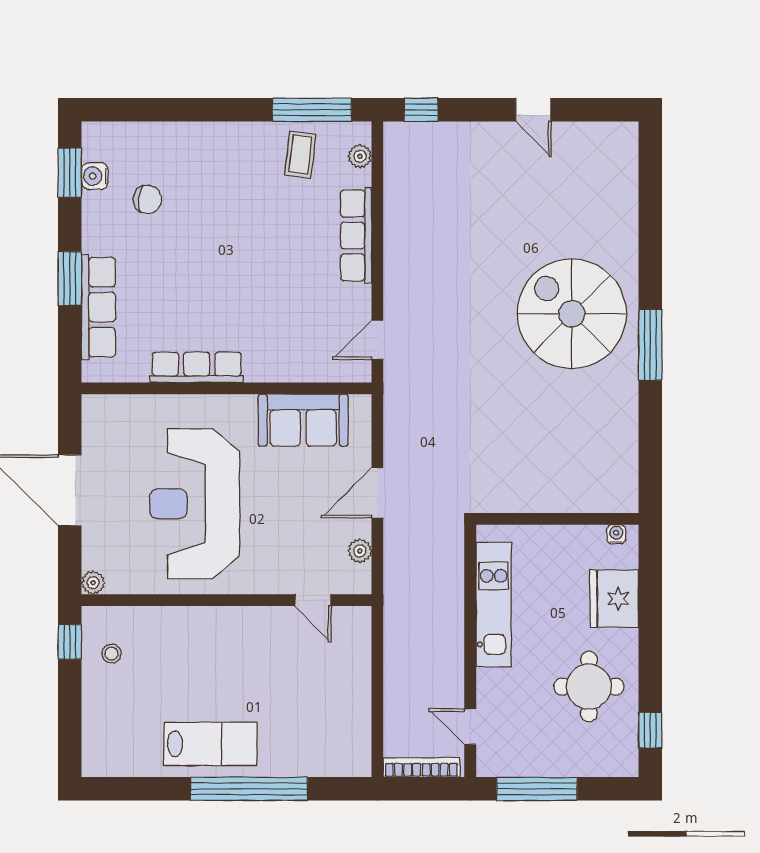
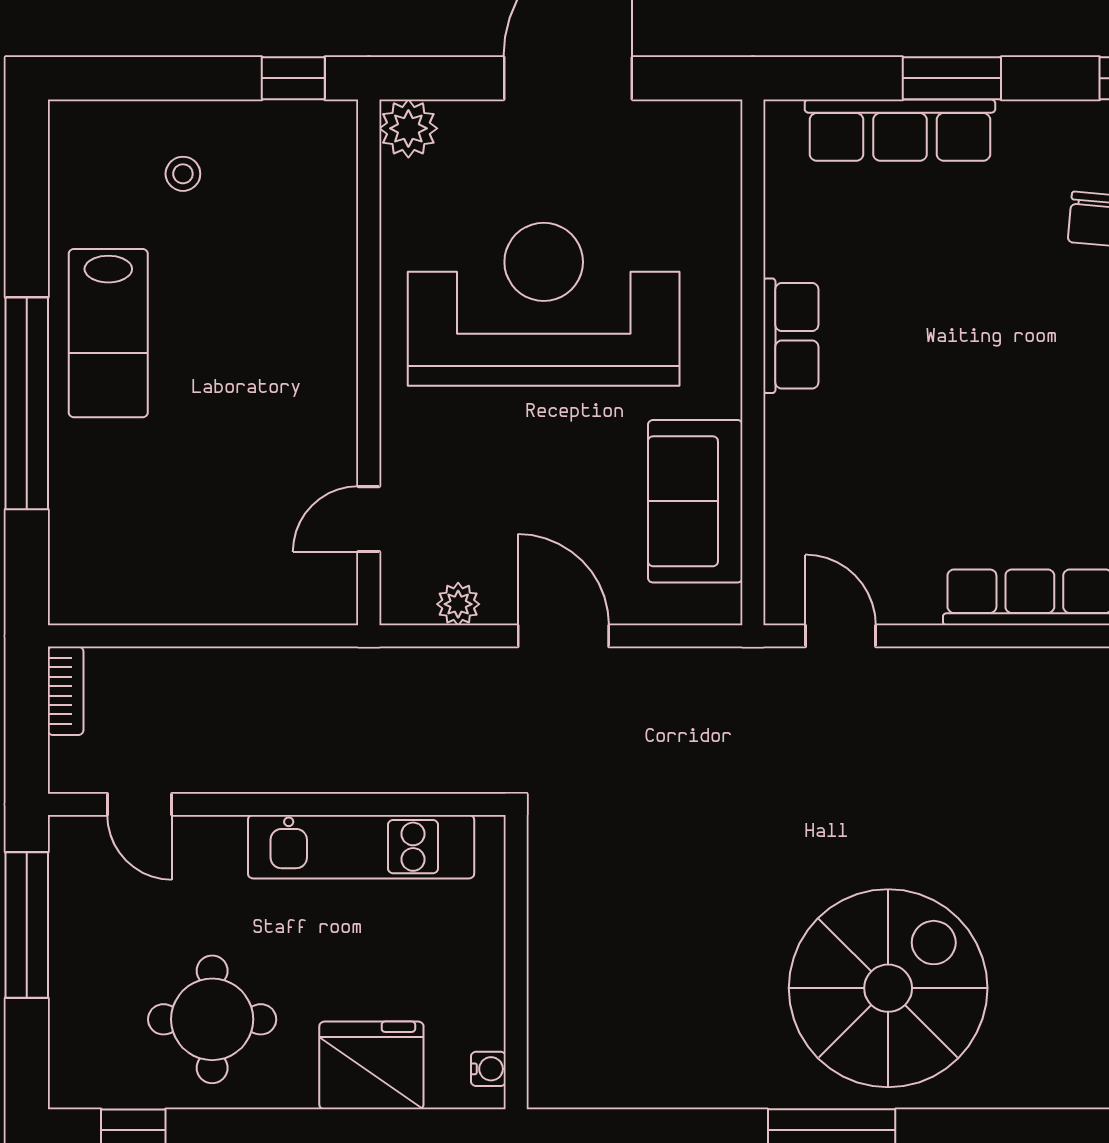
row of seats: (197, 367) -> (791, 336), width x0.68
plant: (93, 583) -> (408, 128), width x1.38, depth x1.38
stool: (111, 654) -> (183, 174), moved
door: (470, 727) -> (140, 804), swing flipped
bookcase: (421, 767) -> (66, 691), width x0.64

